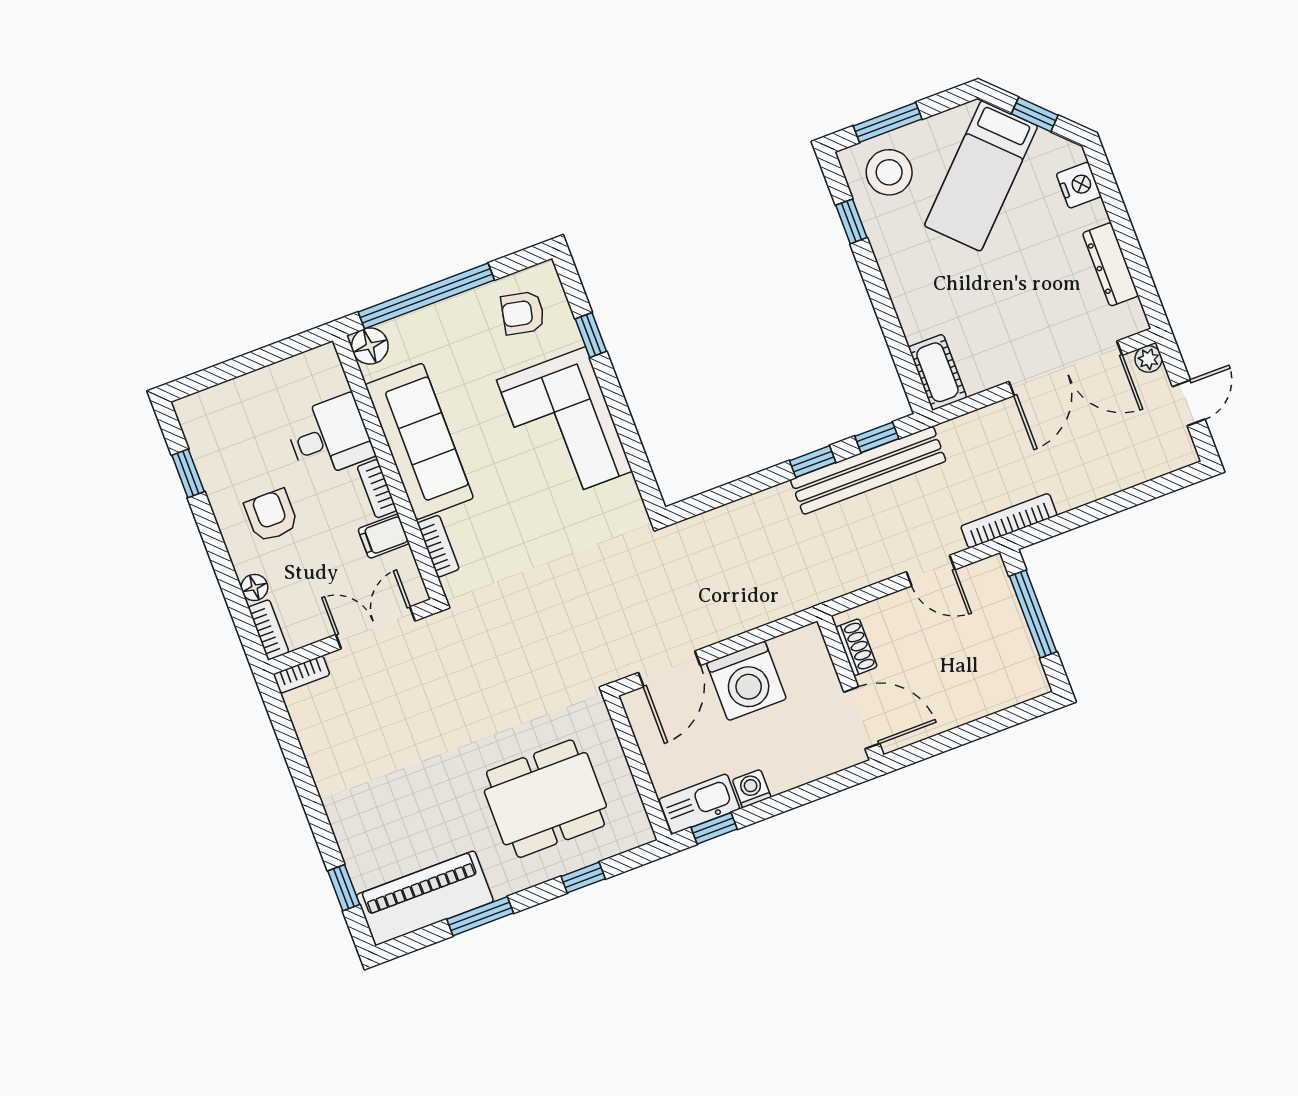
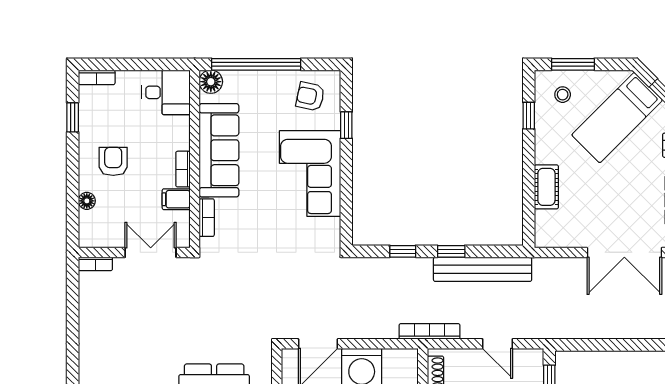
stool: (889, 172) -> (563, 95), width x0.53, depth x0.53
cot: (937, 372) -> (546, 187), moved
desk: (329, 437) -> (166, 92), moved
window: (877, 437) -> (403, 251), moved
bookcase: (1009, 521) -> (430, 331), moved
bookcase: (268, 630) -> (97, 77), moved, turned 90

